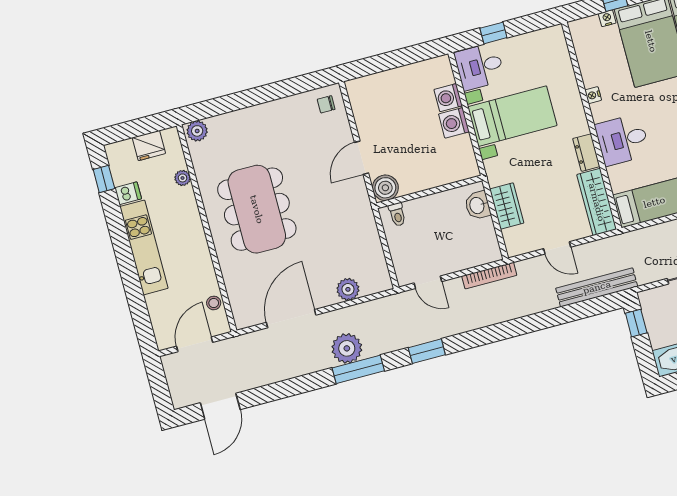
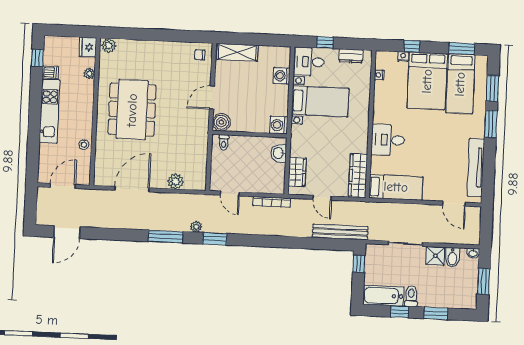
shelving: (377, 84) -> (237, 52), added
nightstand: (593, 95) -> (379, 75), moved
washing machine: (454, 123) -> (279, 125), moved
fridge: (149, 146) -> (88, 47), moved, turned 90
dresser: (586, 153) -> (351, 56), moved, turned -90
wardrobe: (507, 206) -> (297, 172), moved
stool: (214, 303) -> (84, 145), moved
plant: (347, 348) -> (196, 227), moved, width x0.53, depth x0.53

